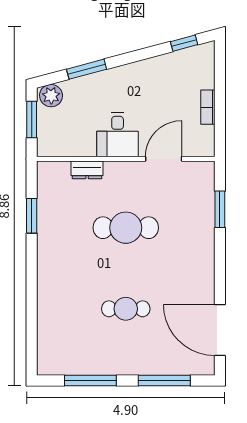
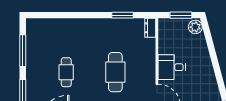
window: (87, 69) -> (211, 48), removed
dresser: (87, 170) -> (150, 28), moved

